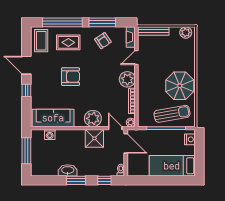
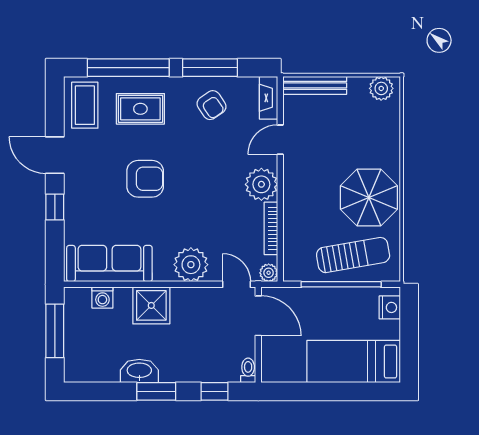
shower: (94, 138) -> (151, 305), moved

